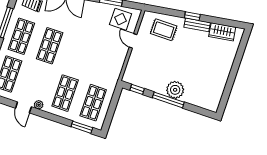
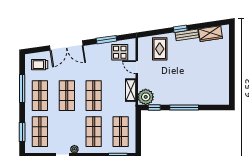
rug: (164, 30) -> (160, 49), turned 90
shop shelf: (78, 55) -> (94, 96), added
shelving: (118, 63) -> (131, 90), added
plant: (175, 90) -> (146, 97), moved

